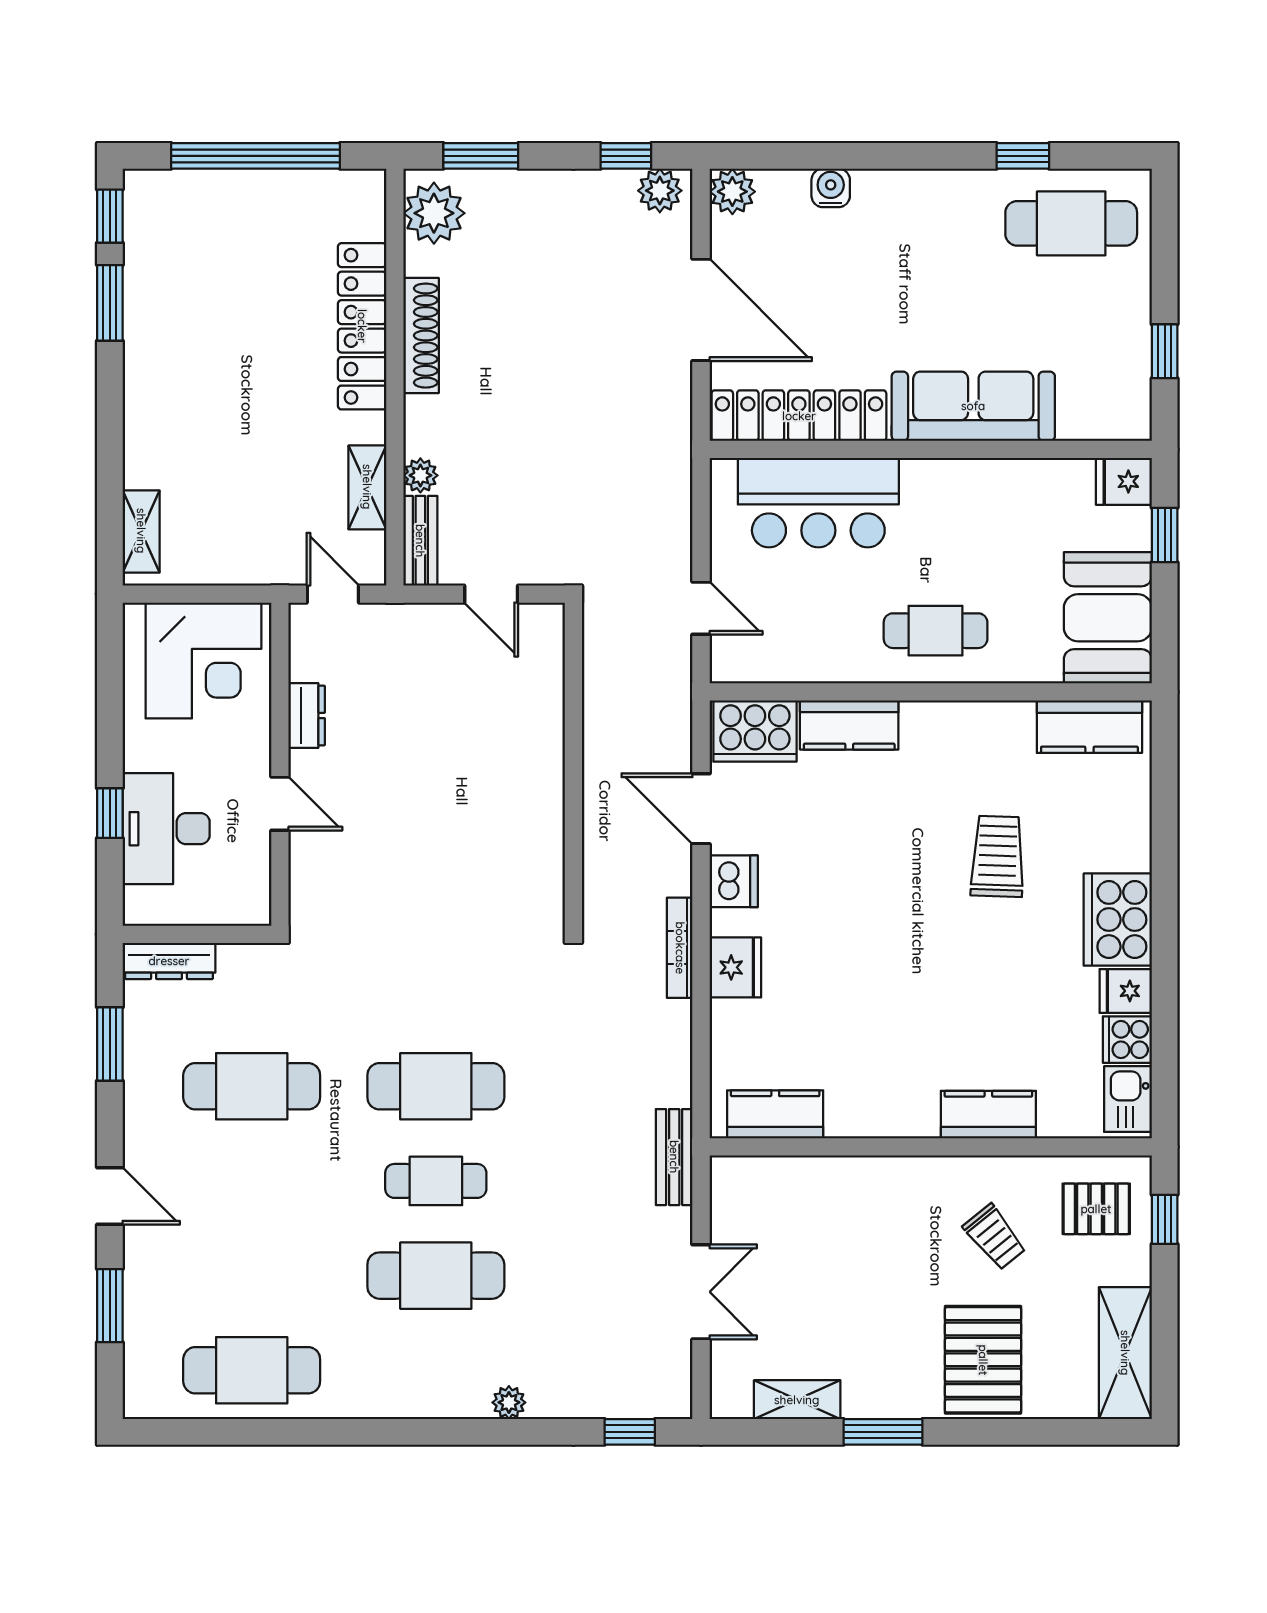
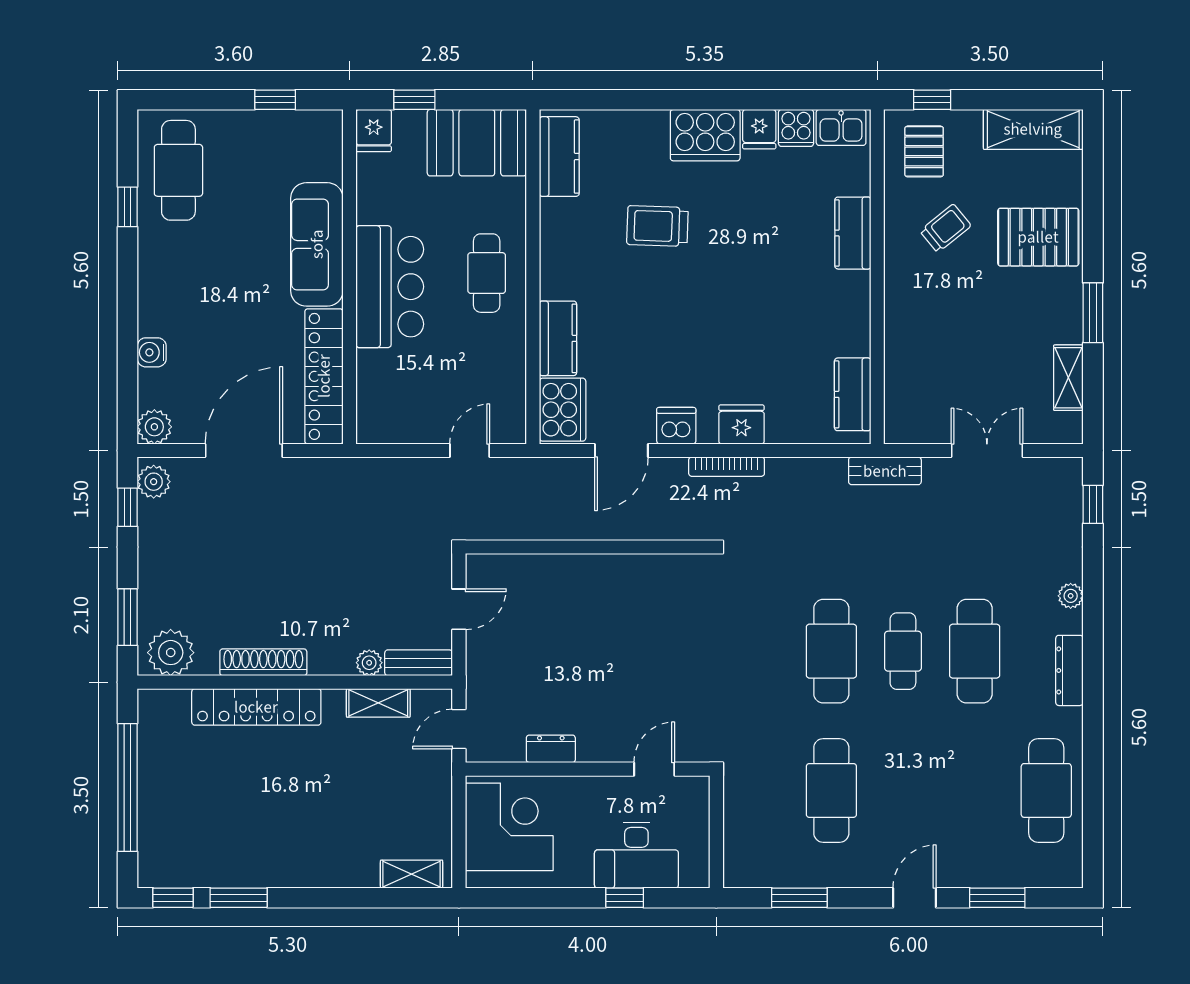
bar counter: (818, 503) -> (390, 287), moved
door: (280, 804) -> (654, 769), moved
dresser: (169, 961) -> (1069, 670), moved, turned 180

